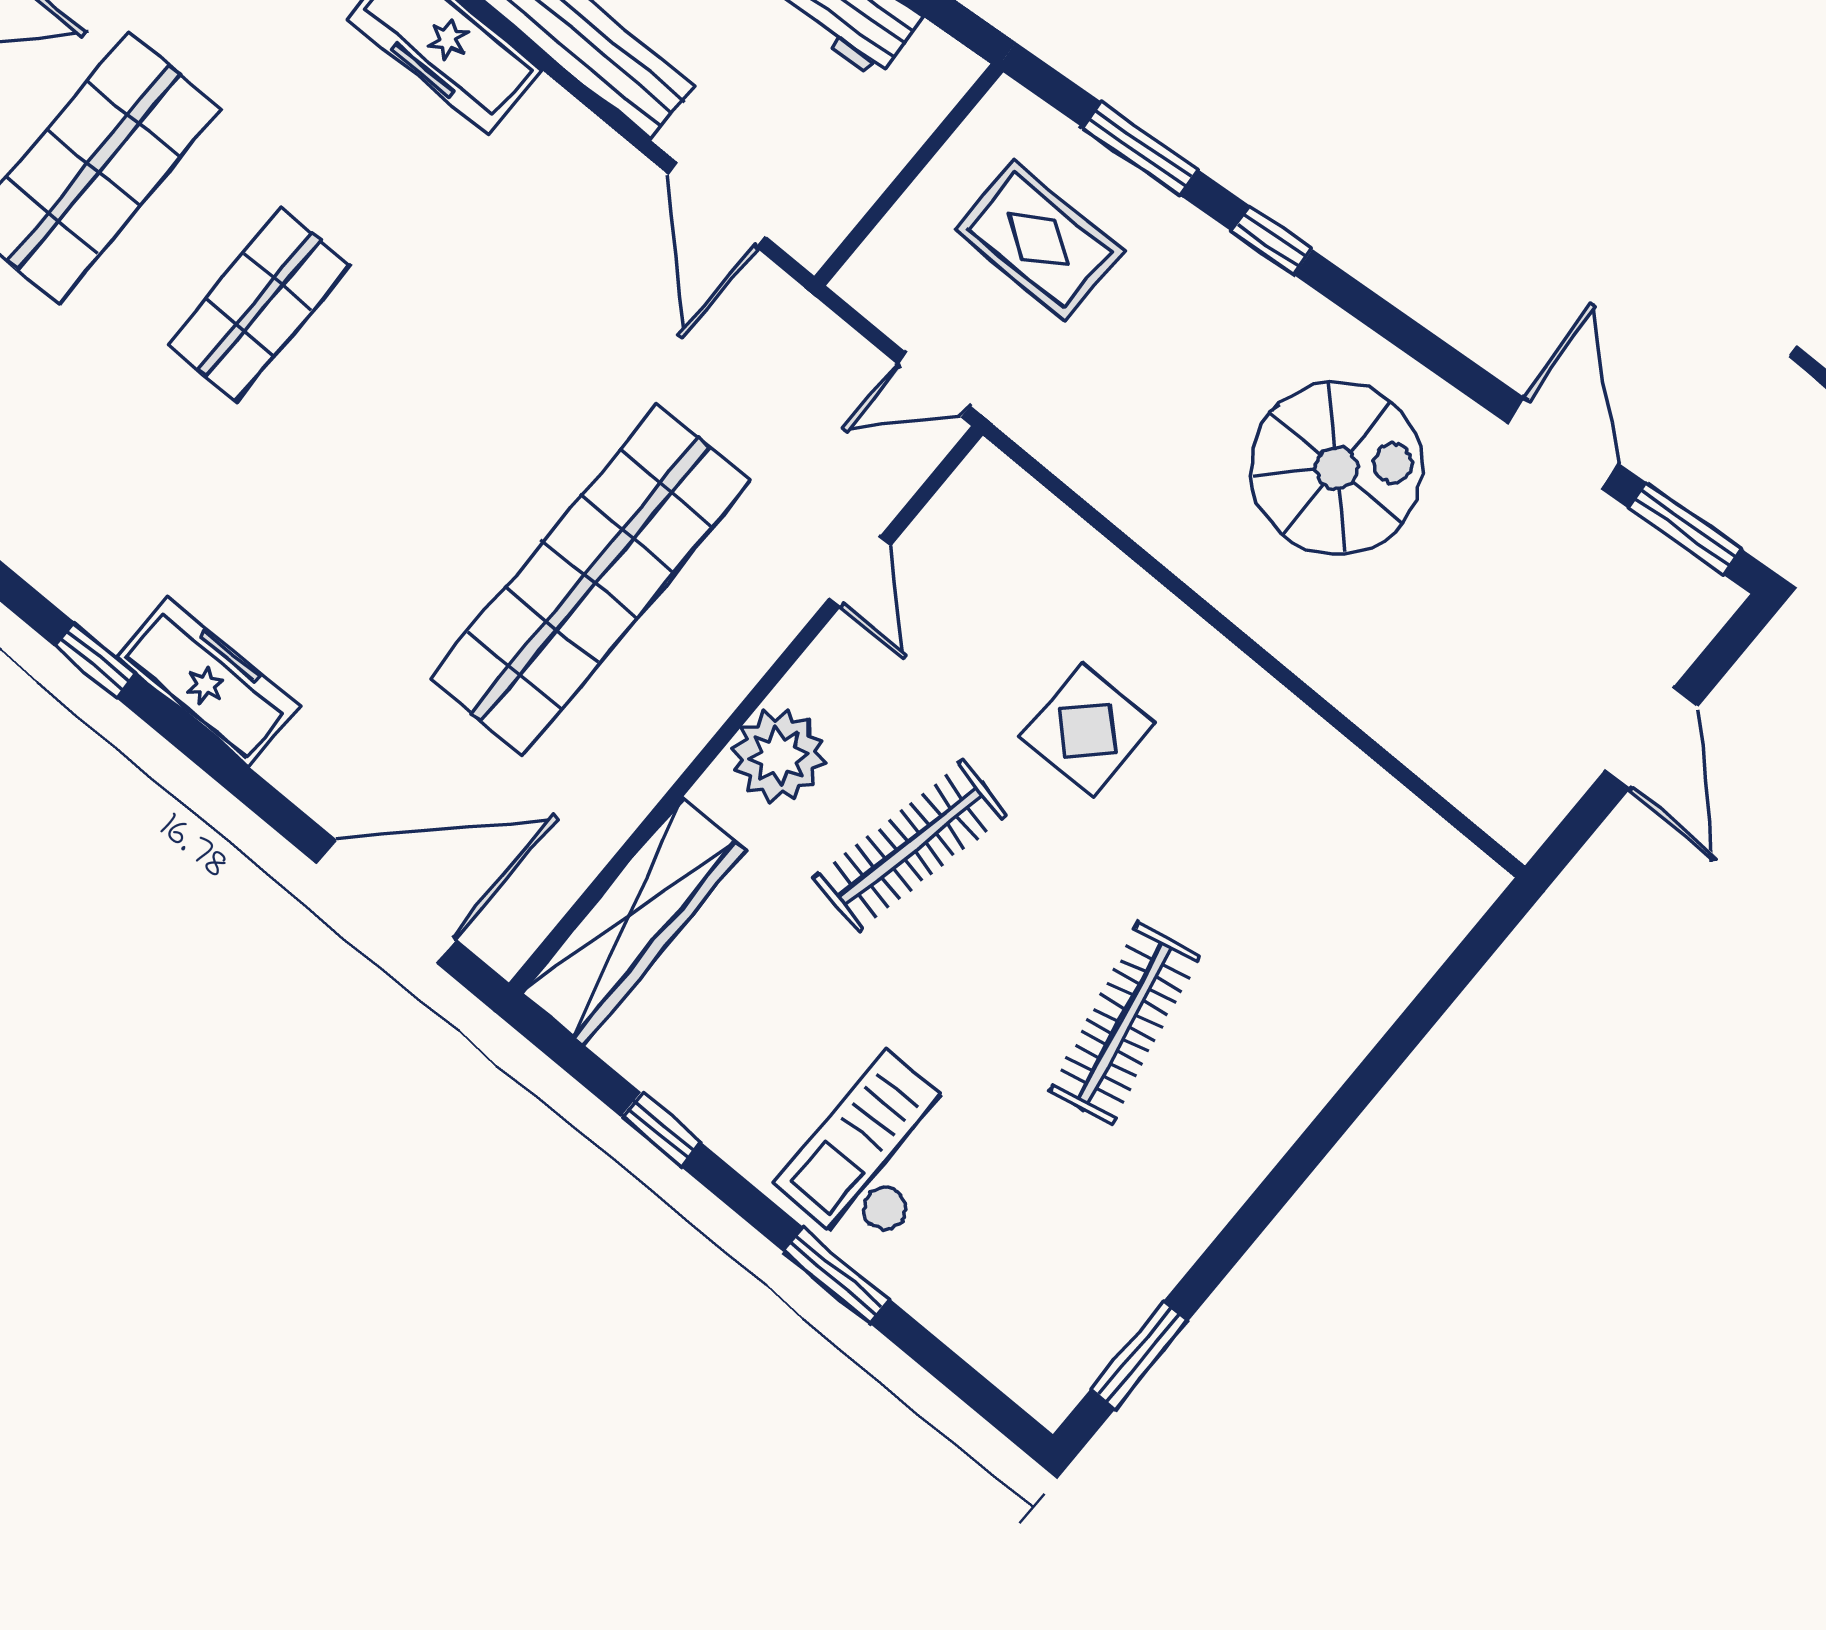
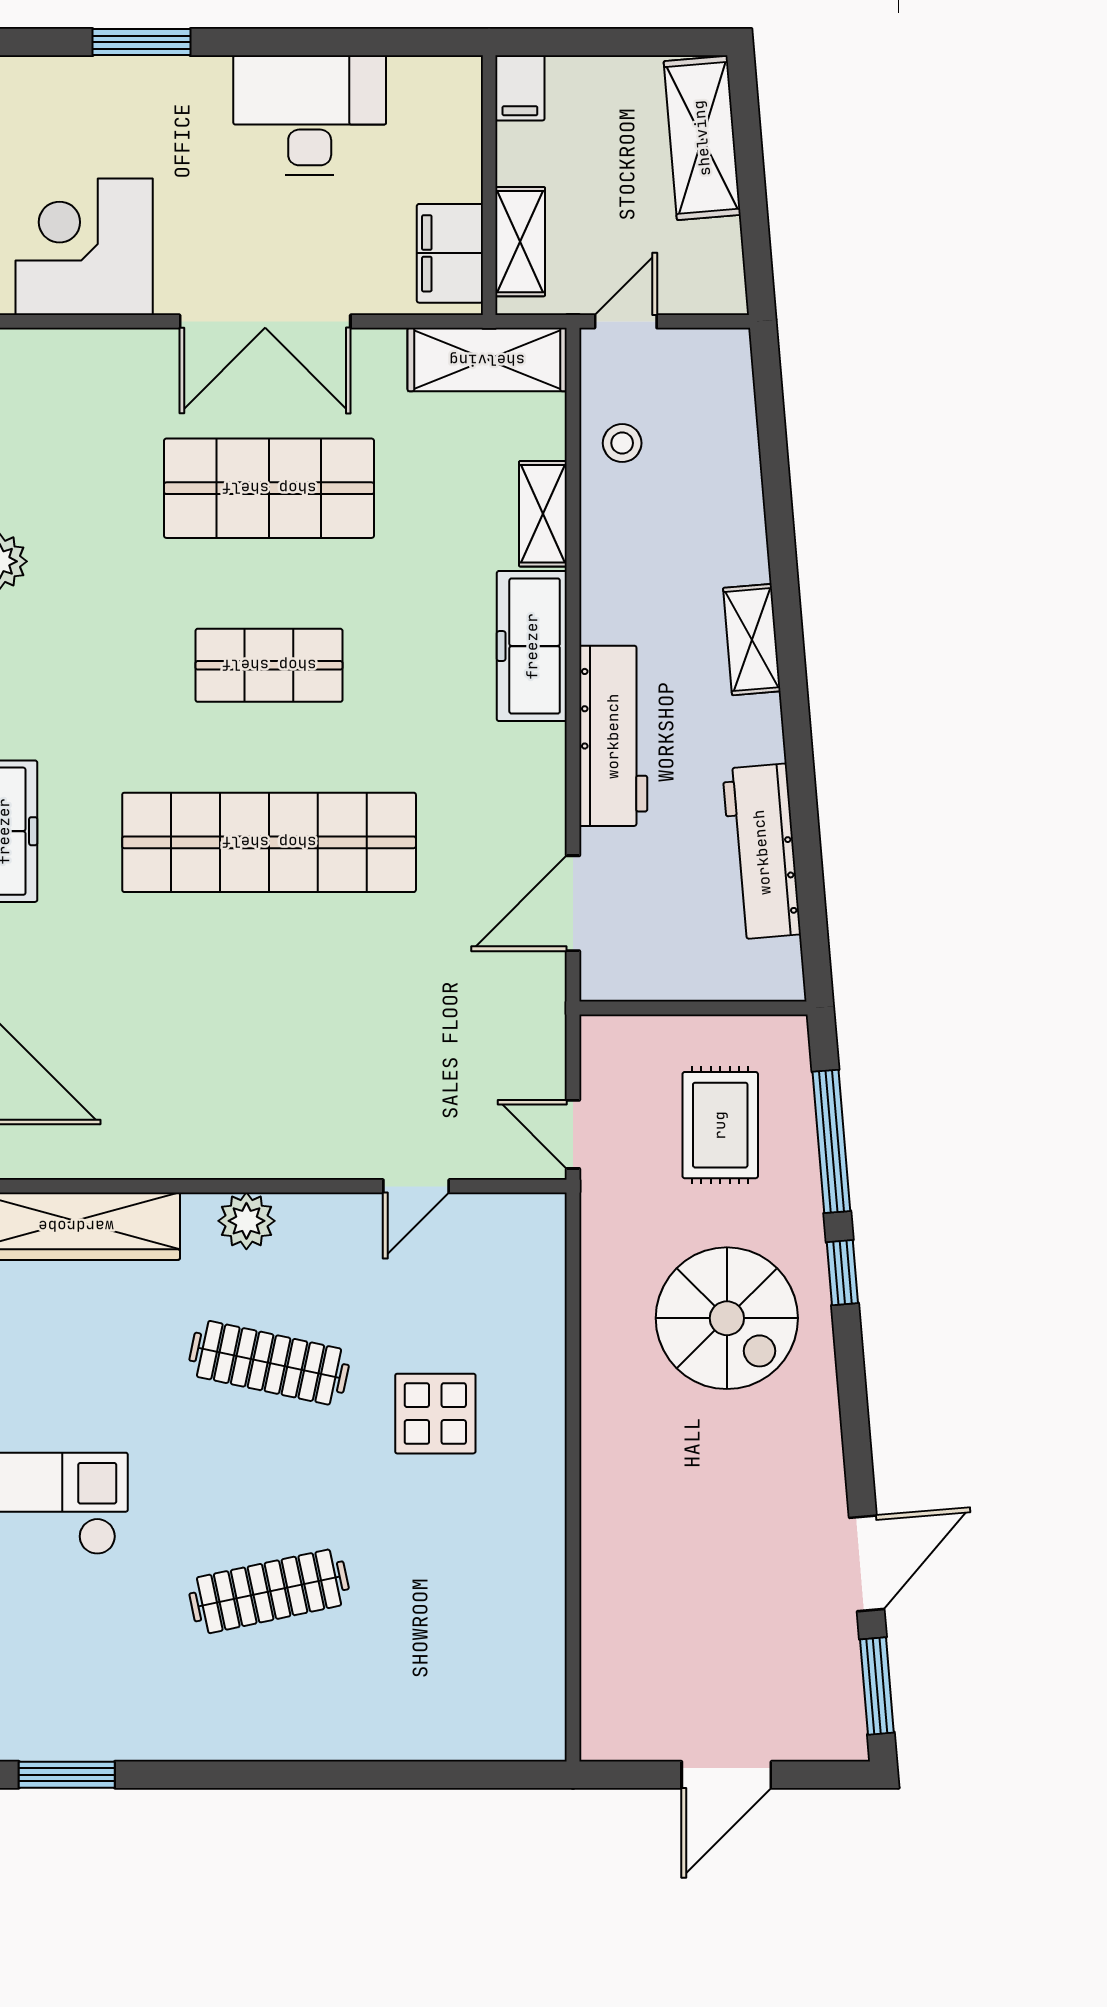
window: (1141, 149) -> (831, 1141), width x1.44
spiral stairs: (1337, 468) -> (727, 1318), moved
shop shelf: (590, 580) -> (269, 842), moved
plant: (778, 756) -> (246, 1221), width x0.73, depth x0.73

